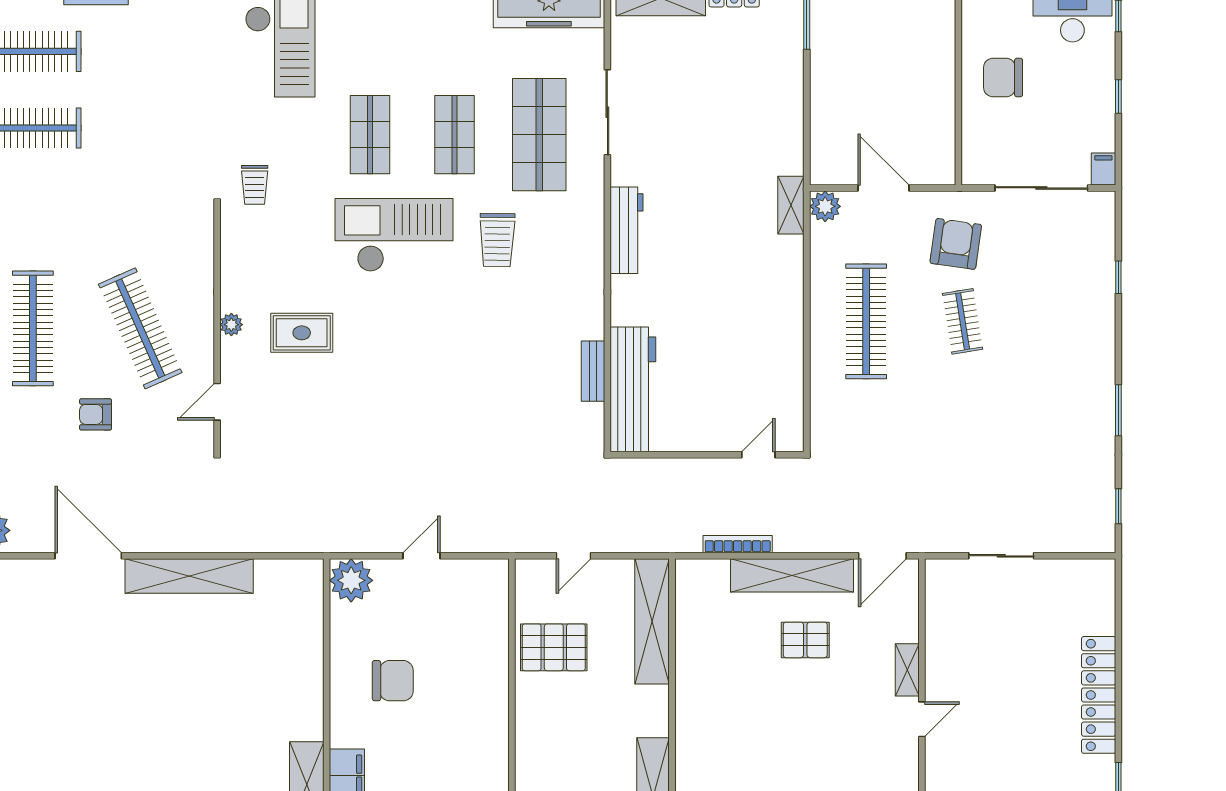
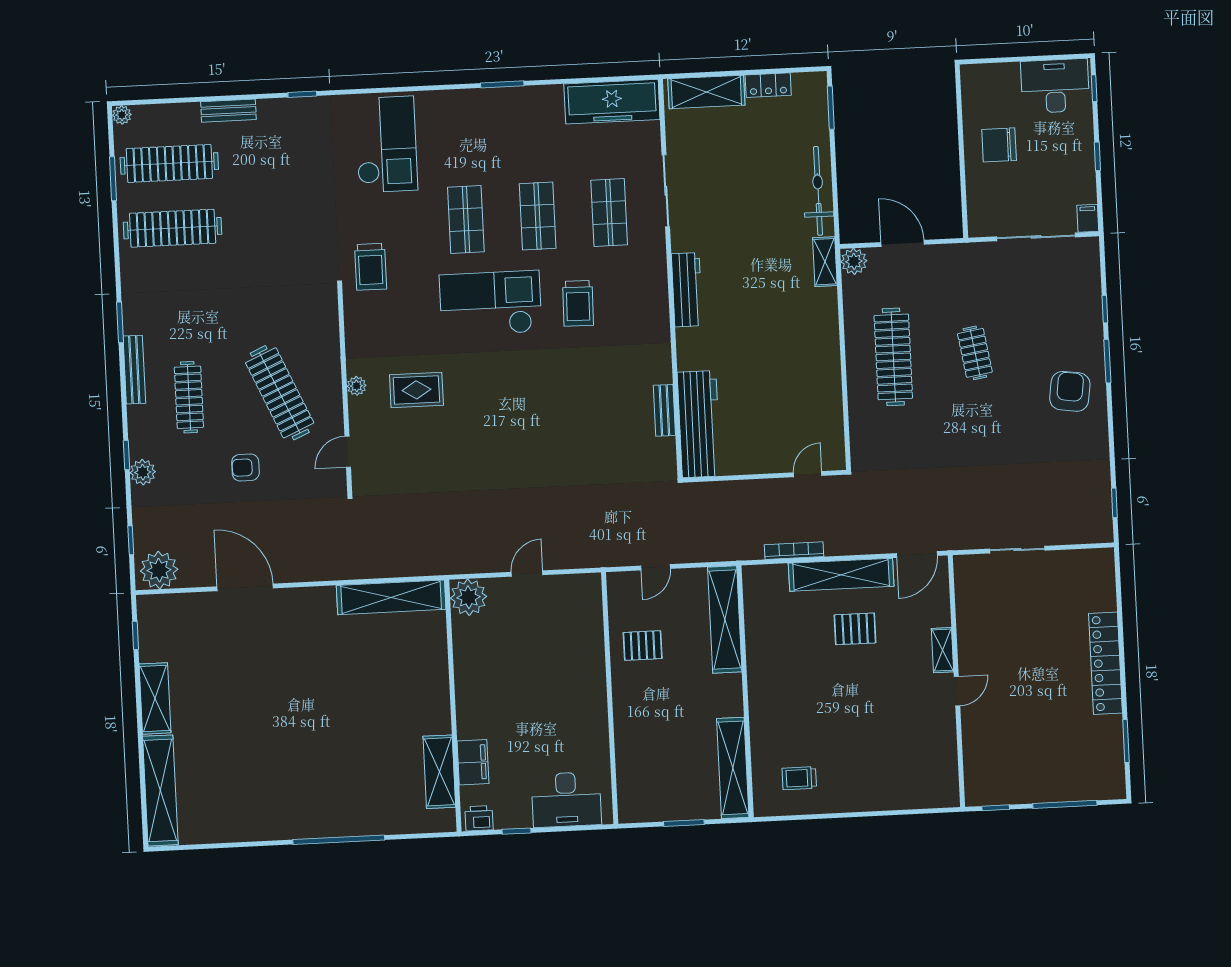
bicycle: (787, 121) -> (818, 191), added
shop shelf: (539, 135) -> (609, 212), width x0.70, depth x0.74
trolley: (255, 185) -> (371, 267), width x1.36, depth x1.39
armchair: (956, 244) -> (1070, 391), moved
clothes rail: (33, 328) -> (189, 397), width x0.73, depth x0.76
window: (1118, 410) -> (1107, 361), moved
shelving: (189, 576) -> (391, 597), moved
pallet: (554, 647) -> (643, 646), width x0.67, depth x0.71
chair: (393, 681) -> (508, 680), removed

